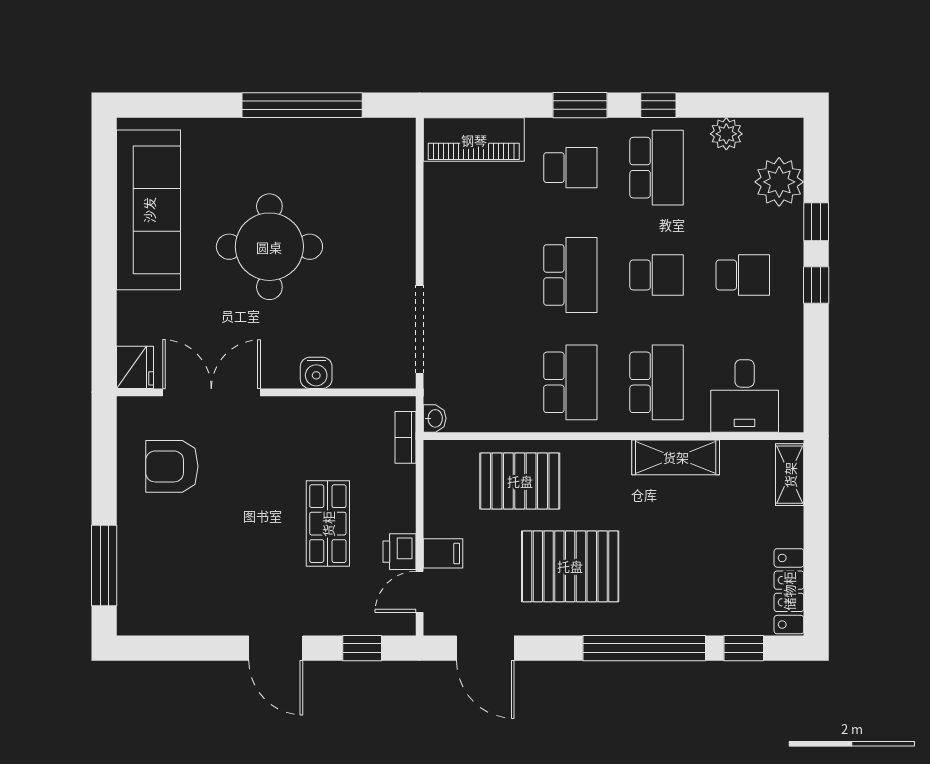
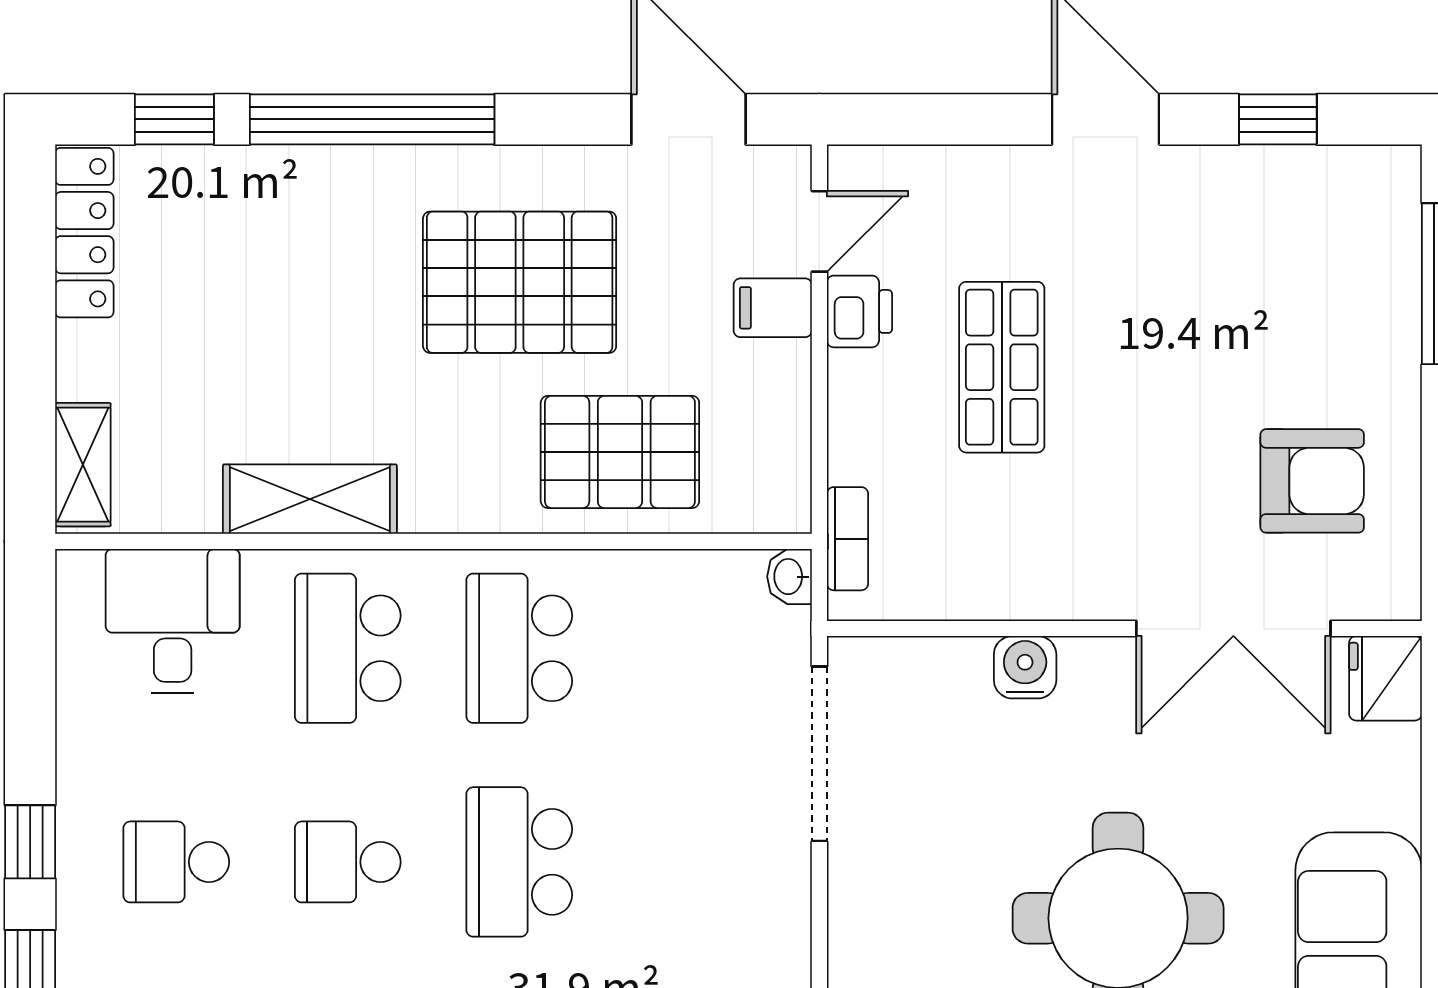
window: (362, 648) -> (1278, 119), moved

